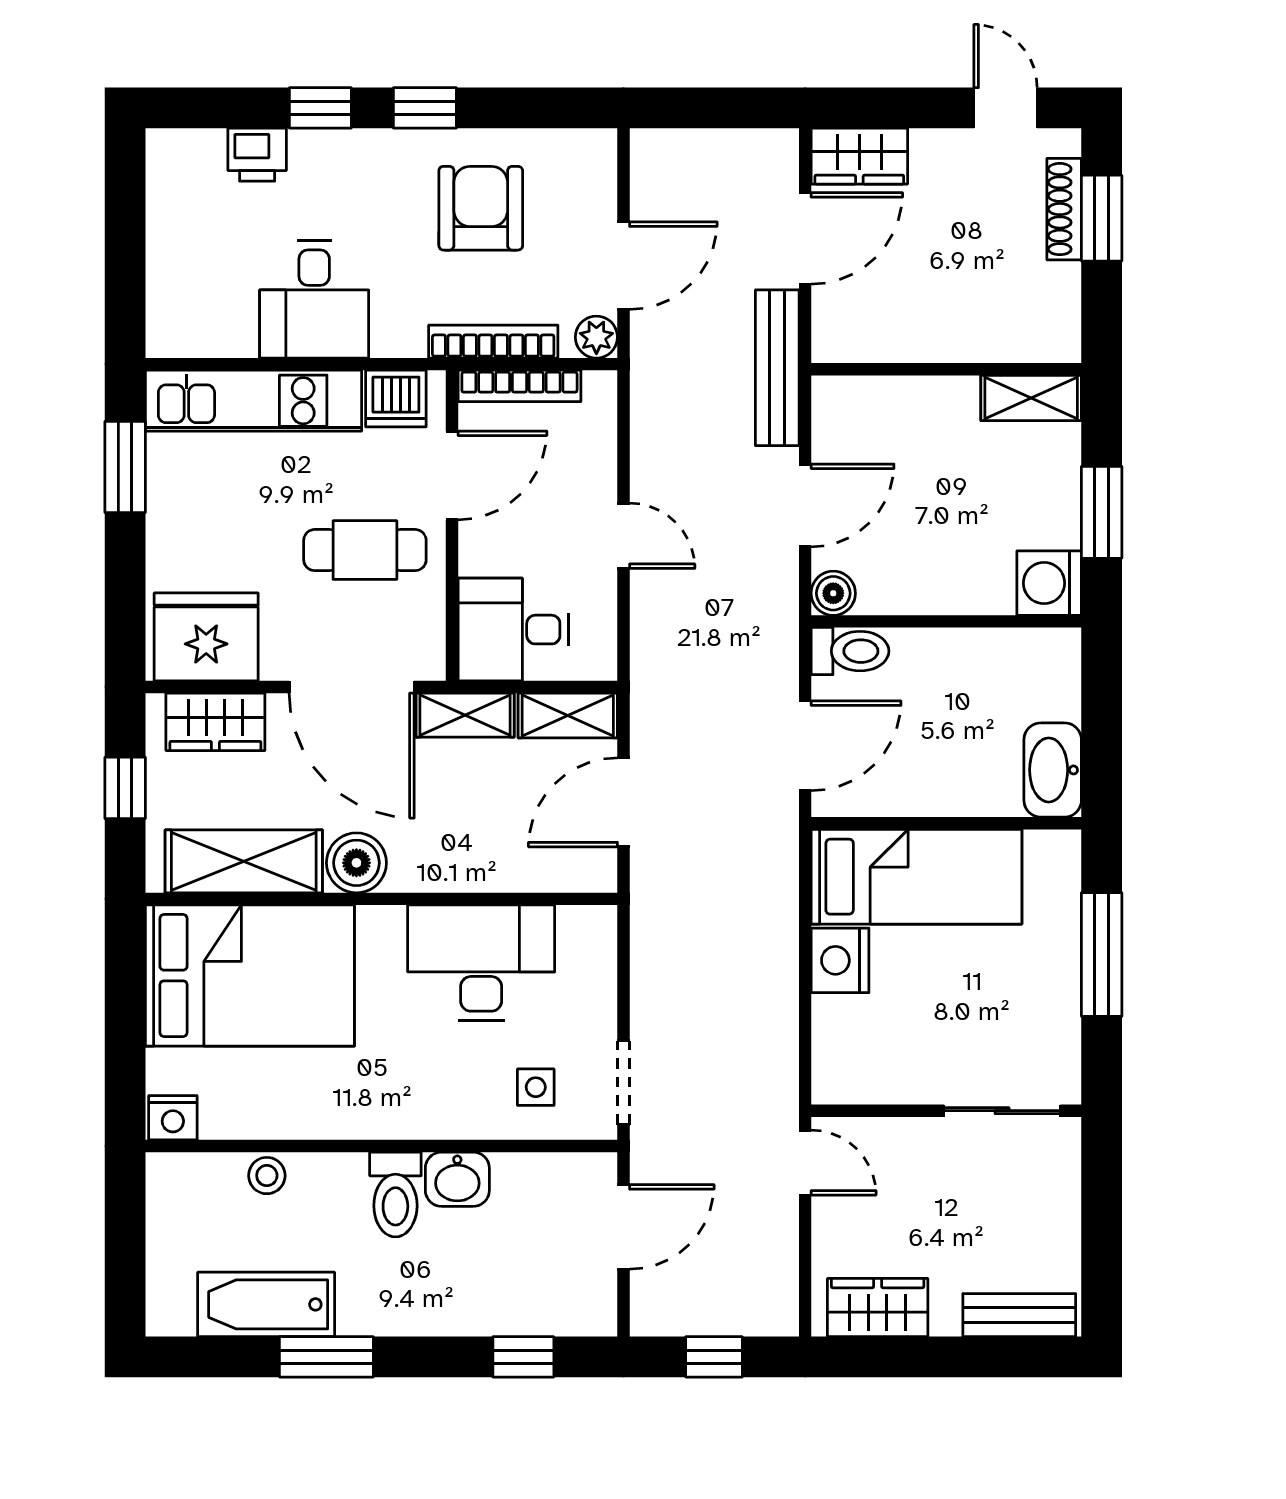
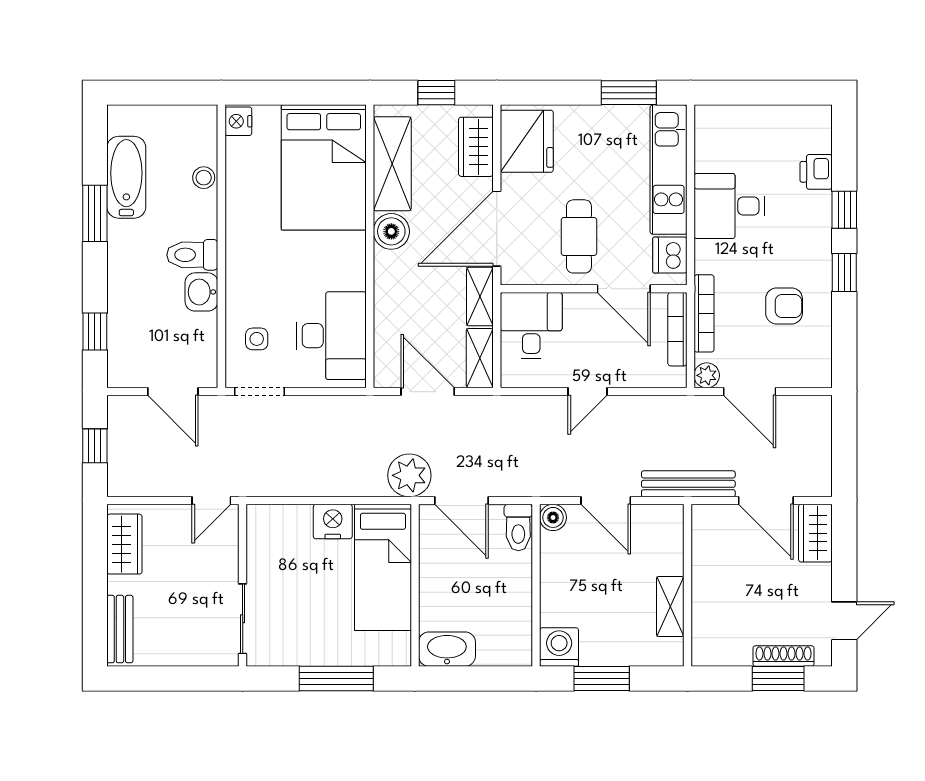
armchair: (481, 208) -> (784, 306), width x0.72, depth x0.72
shelving: (1031, 398) -> (670, 606), moved
plant: (763, 833) -> (409, 475), added
desk: (481, 963) -> (331, 336), moved

